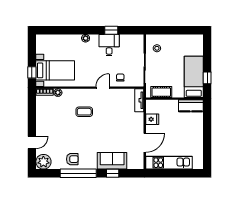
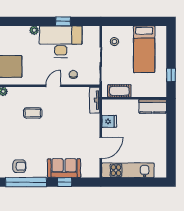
desk: (109, 45) -> (61, 42), width x1.87, depth x1.30
bed: (194, 77) -> (144, 49), moved, turned 180

